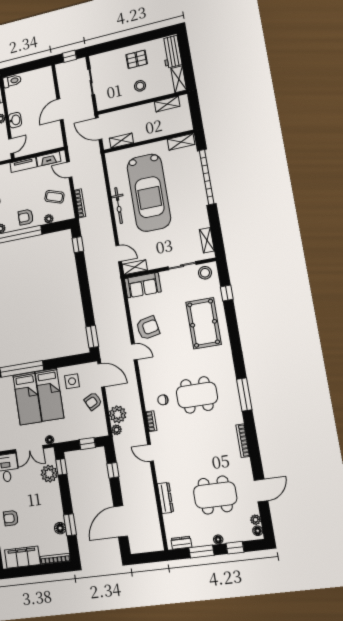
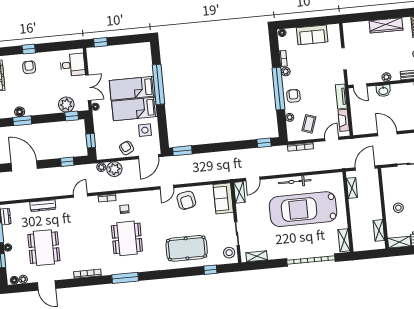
double door: (29, 449) -> (88, 88), swing flipped

